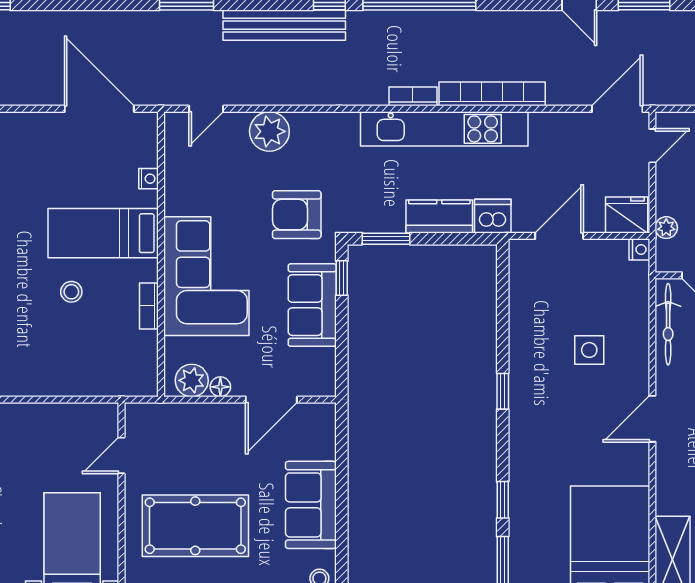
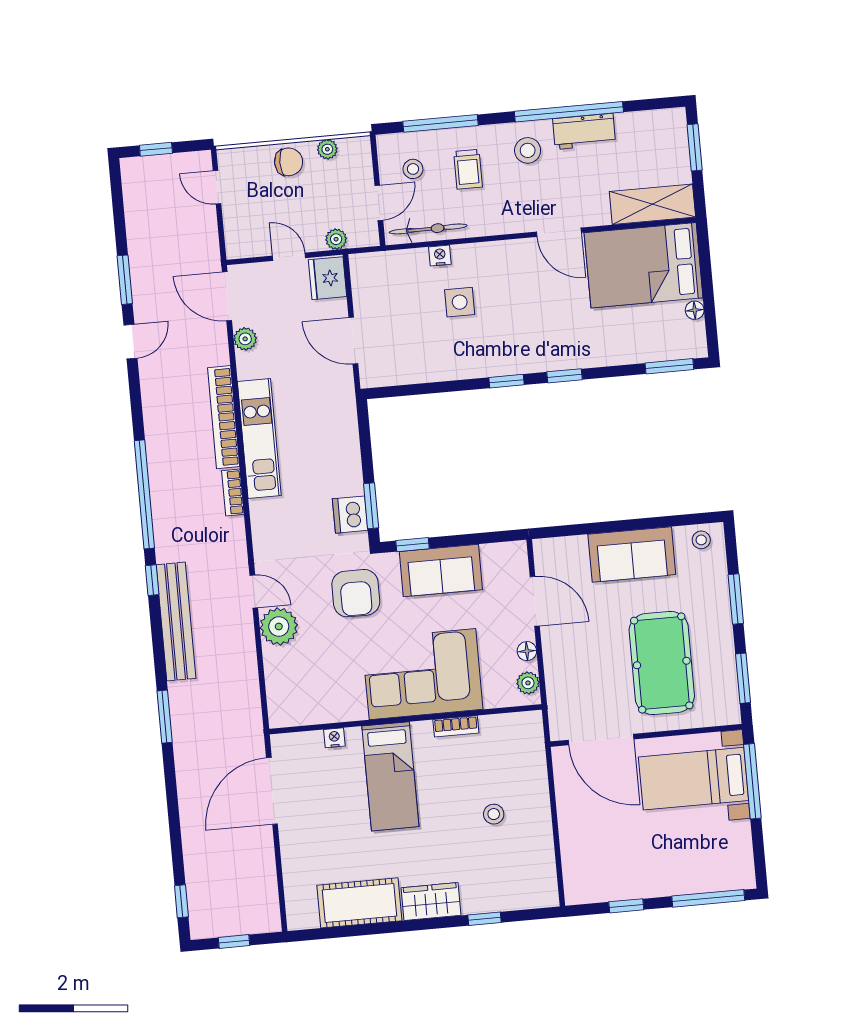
door: (206, 109) -> (254, 591), moved
plant: (571, 124) -> (245, 339), added
kitchen unit: (444, 129) -> (259, 438), width x0.73
door: (652, 146) -> (289, 257), moved
kitchen counter: (439, 216) -> (345, 457), removed
dishwasher: (493, 216) -> (350, 515), moved
nightstand: (639, 249) -> (440, 256), moved
stool: (71, 292) -> (494, 814), moved
plant: (192, 380) -> (528, 683), width x0.73, depth x0.73
door: (652, 419) -> (559, 232), moved
door: (122, 455) -> (601, 740), width x1.87
window: (503, 500) -> (565, 376), moved

